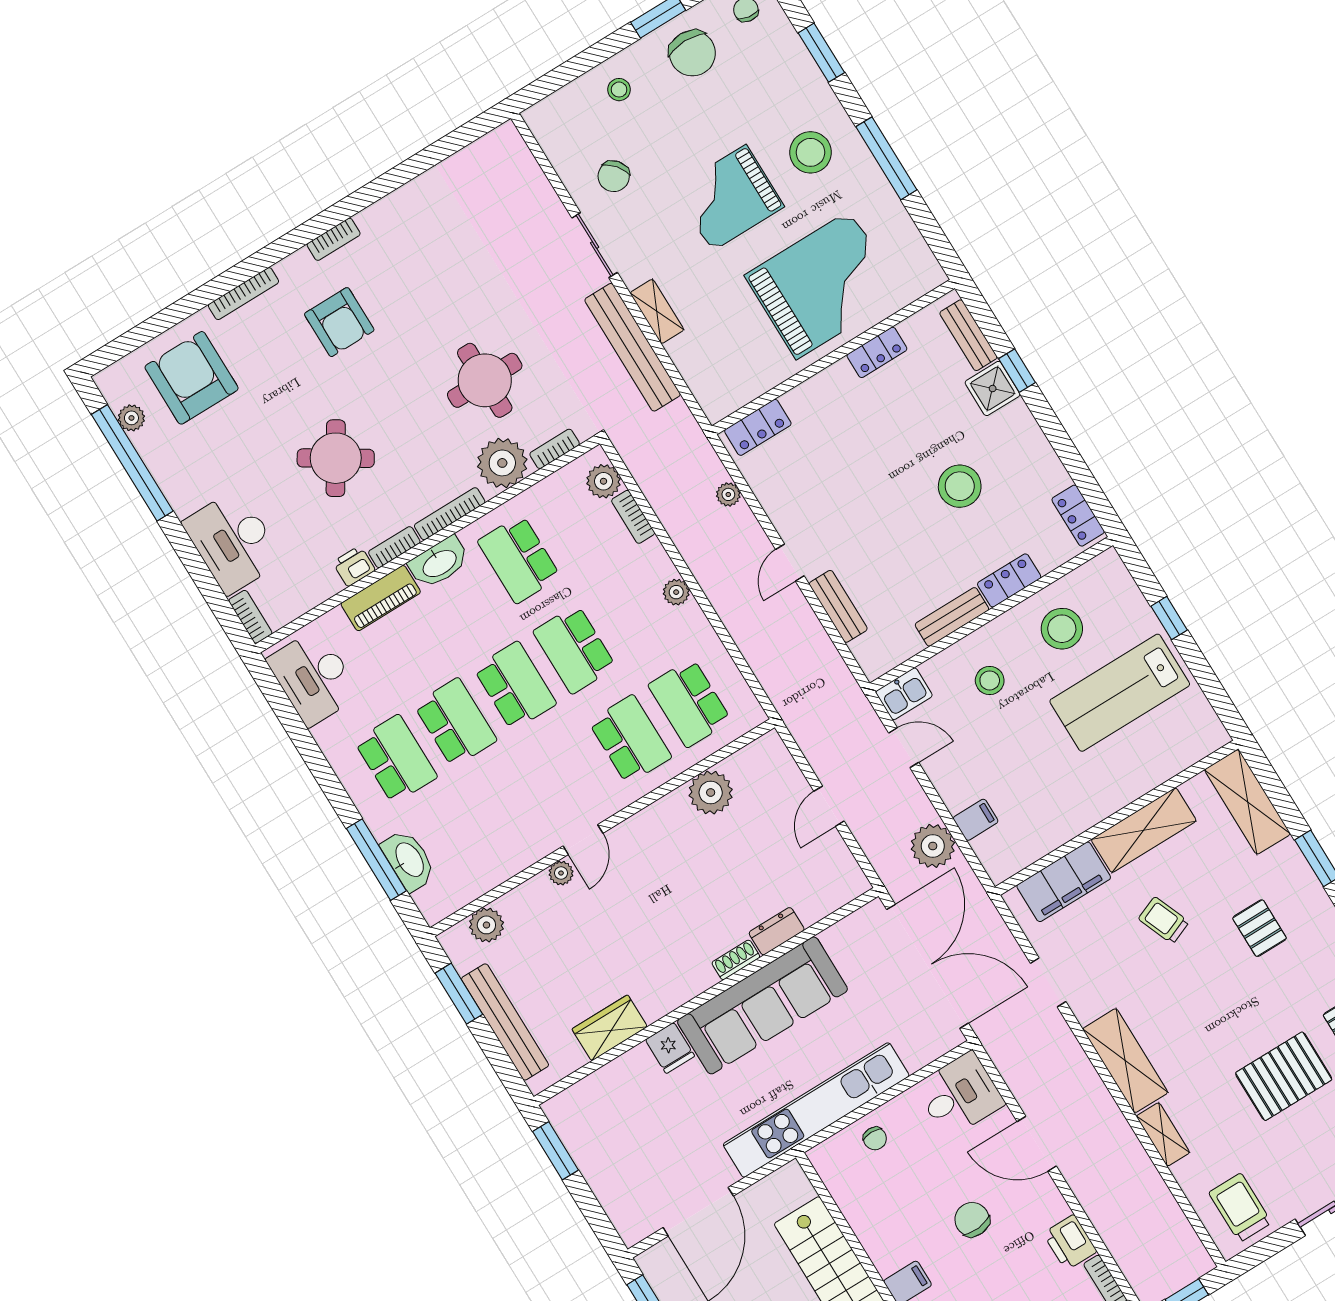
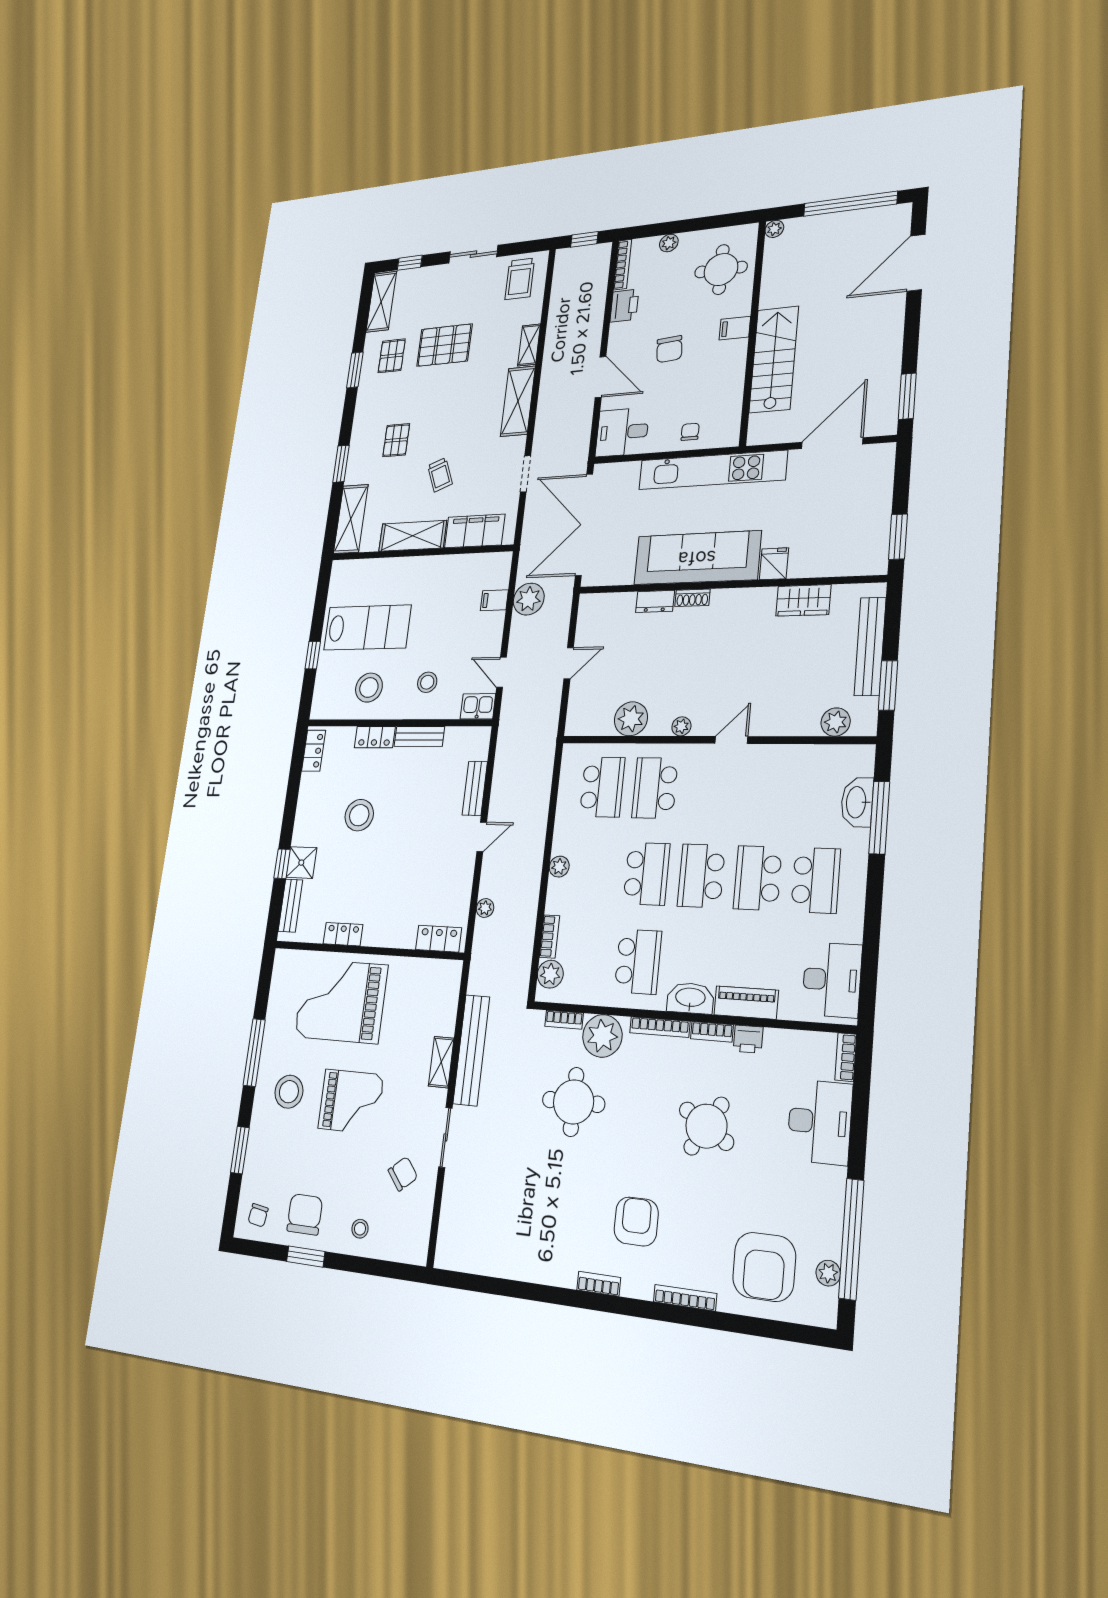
school desk: (396, 759) -> (816, 880), turned 180
plant: (561, 873) -> (681, 726), moved

